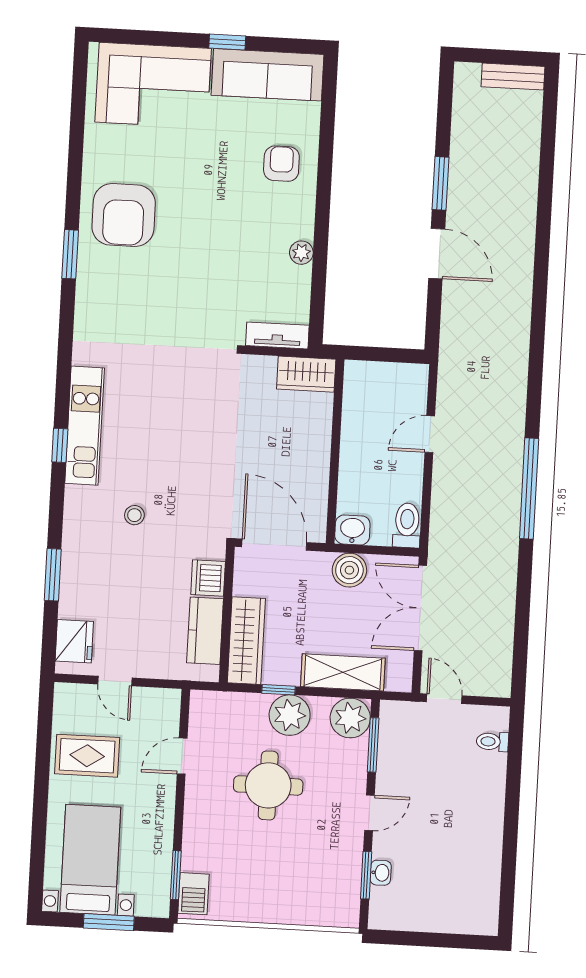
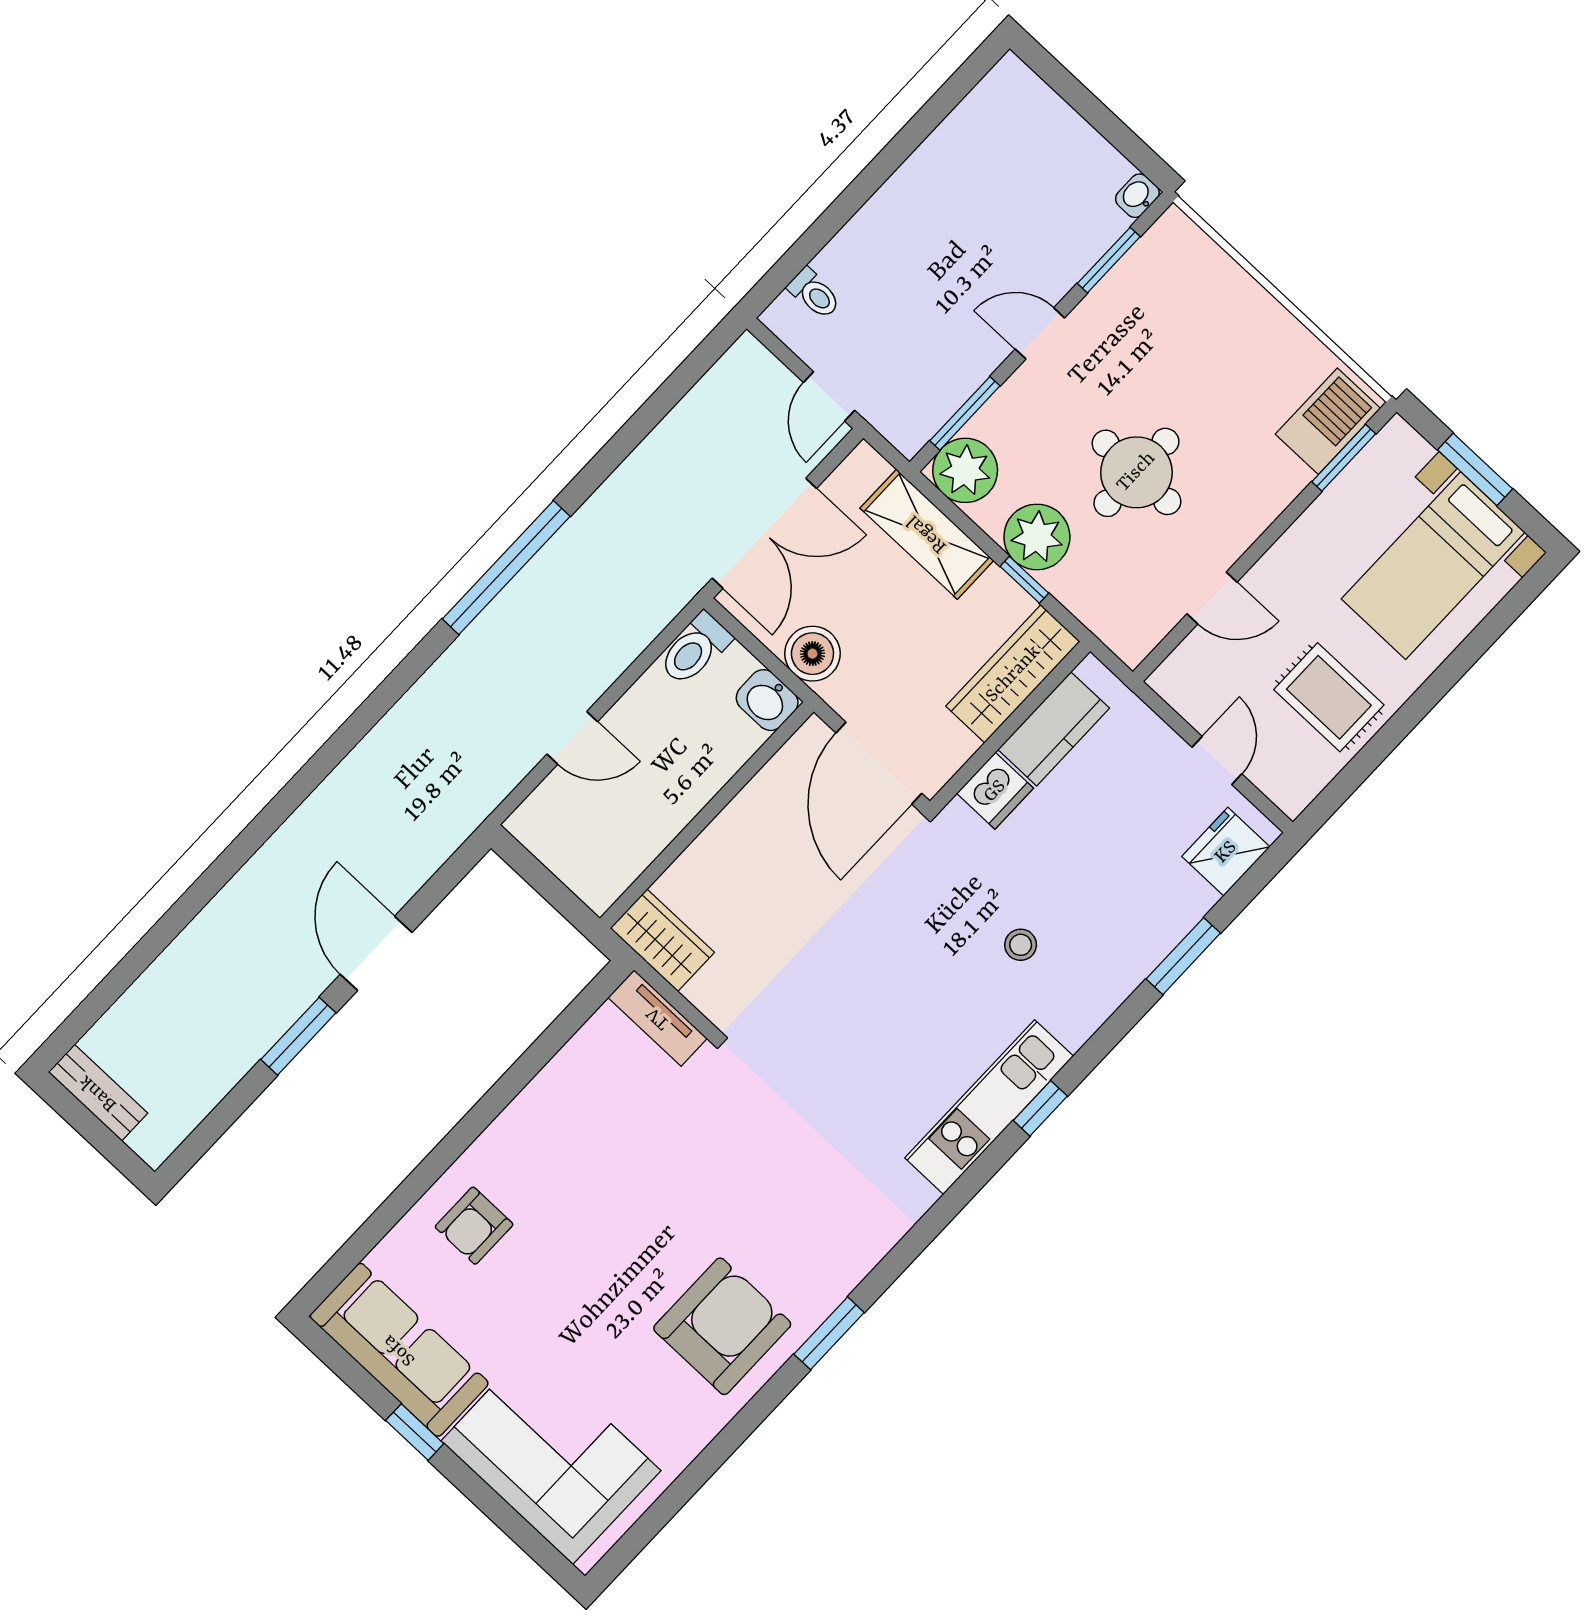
plant: (301, 253) -> (542, 1095), removed
washbasin: (381, 873) -> (1137, 196), moved
barbecue: (194, 894) -> (1328, 421), width x1.38, depth x1.27

